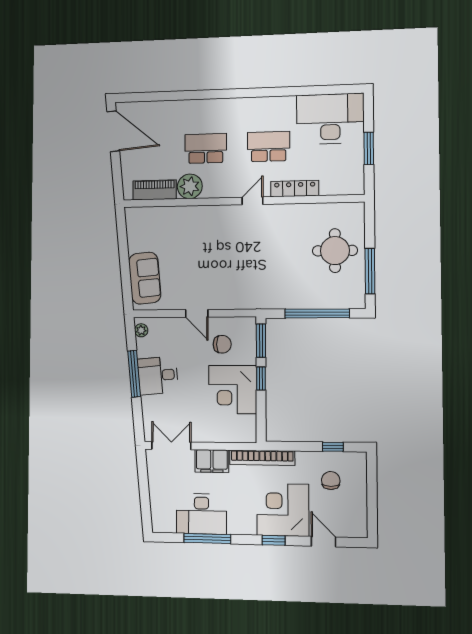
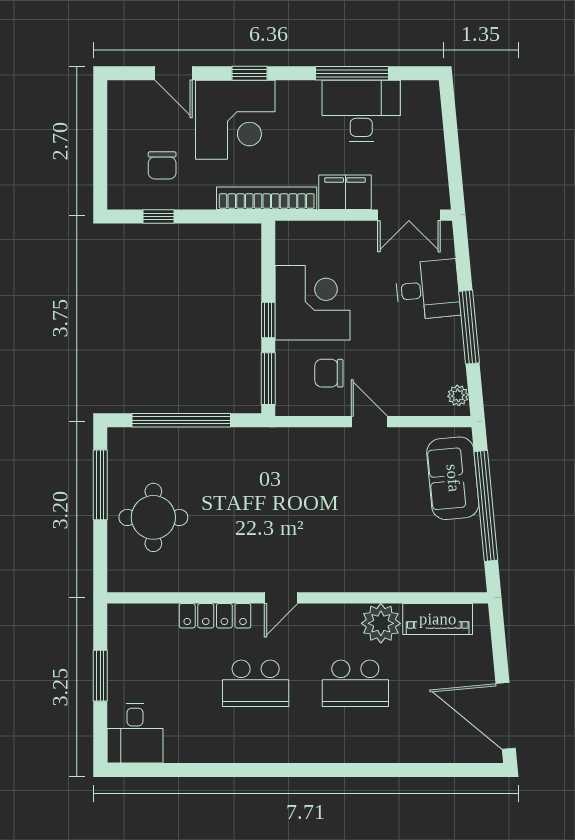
desk: (330, 119) -> (135, 733), width x0.53, depth x0.77
window: (124, 261) -> (486, 506), added
desk: (158, 375) -> (428, 290), moved

